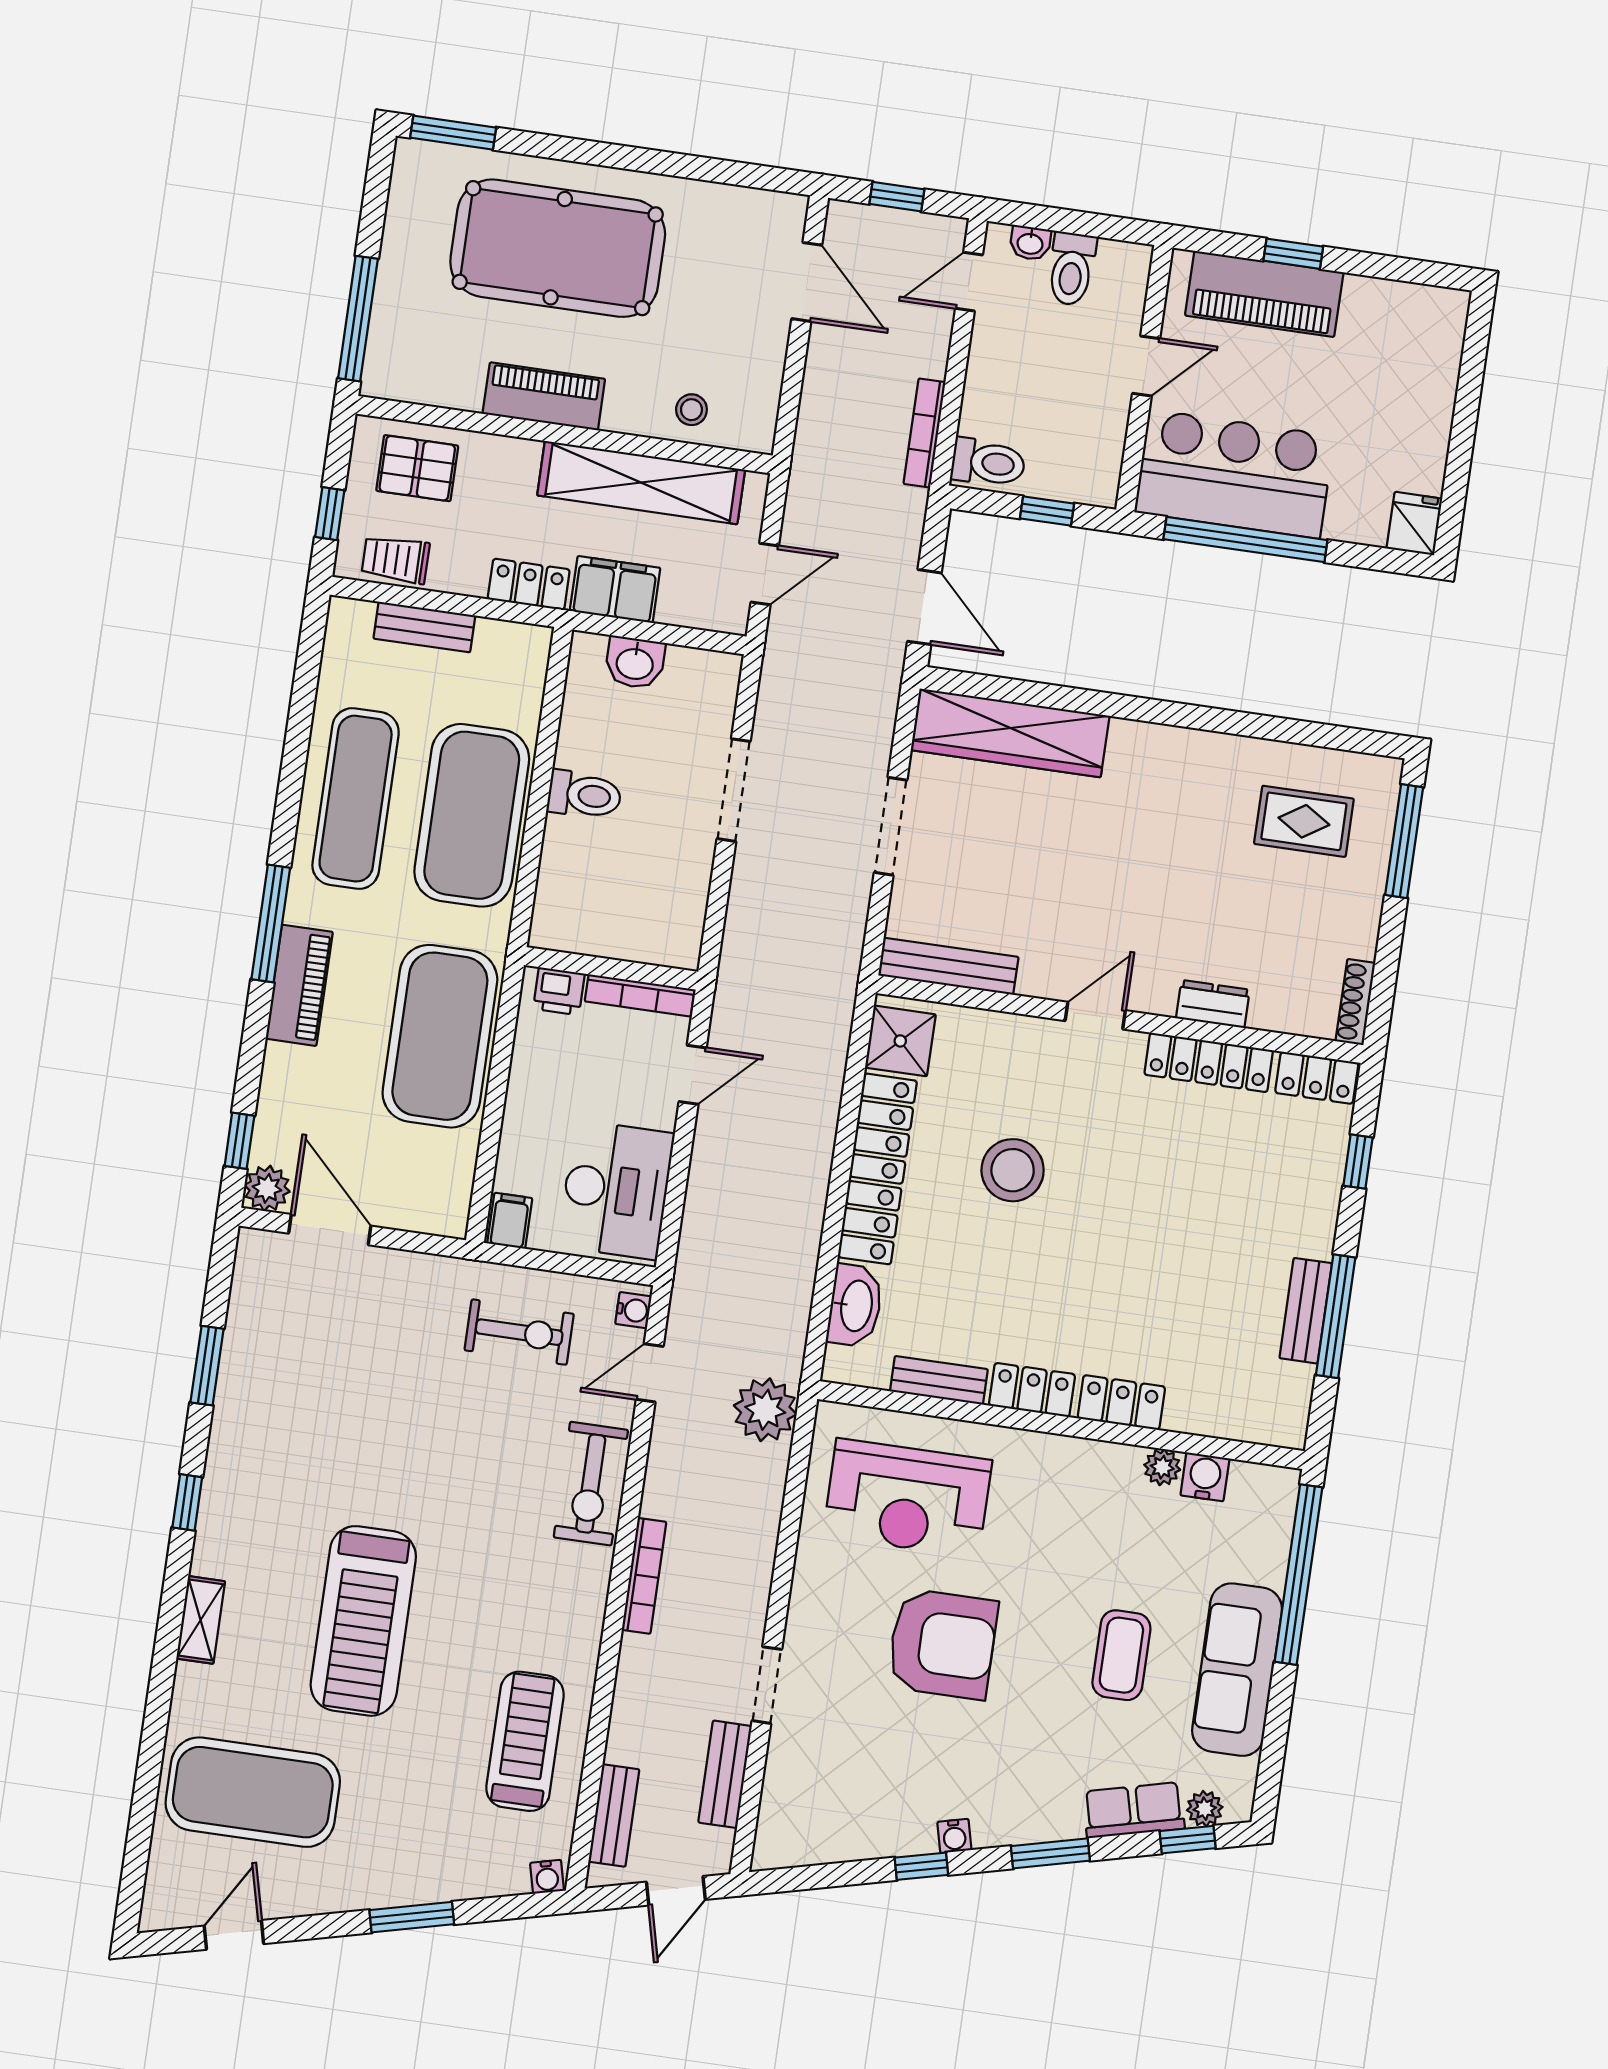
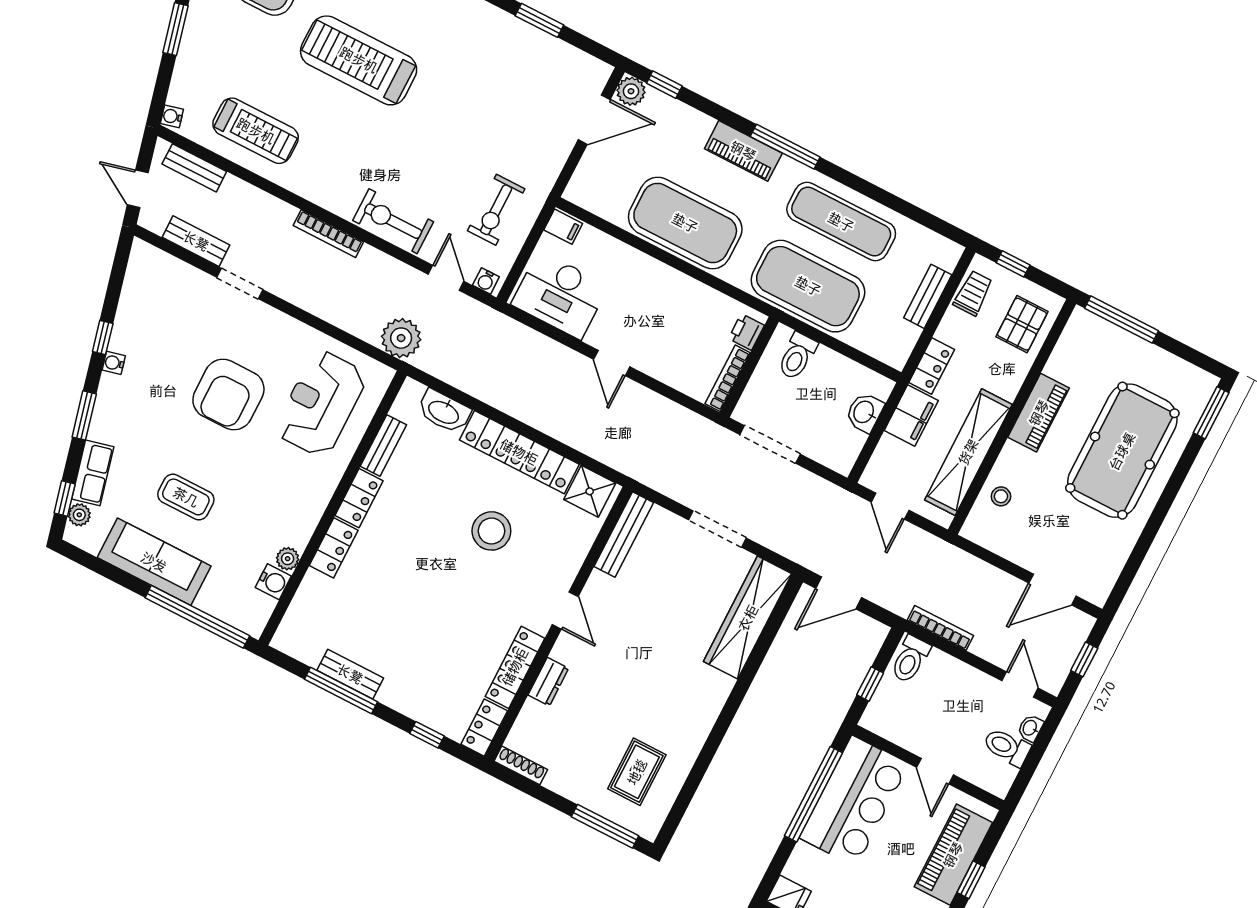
wall: (611, 968) -> (749, 367), moved
printer: (559, 991) -> (746, 332), moved
bookcase: (640, 995) -> (728, 378), moved

